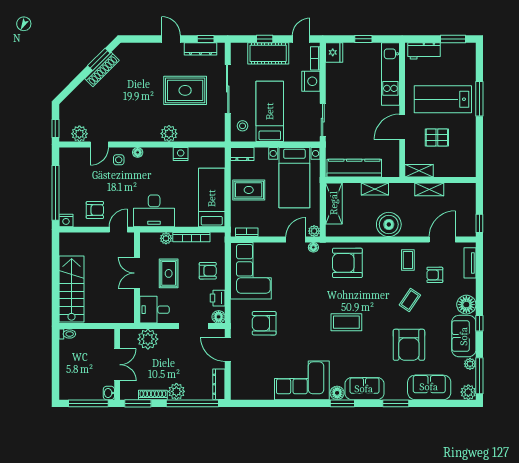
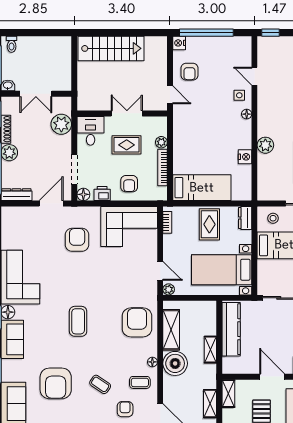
plant: (79, 134) -> (265, 56), removed
shelving: (334, 203) -> (171, 330), moved, turned 90
desk: (154, 211) -> (189, 130), removed
floor lamp: (313, 247) -> (152, 362), moved
toilet: (67, 334) -> (12, 44), moved
armchair: (409, 345) -> (56, 383), turned -90

